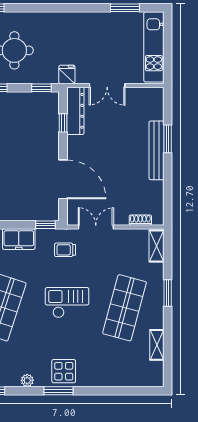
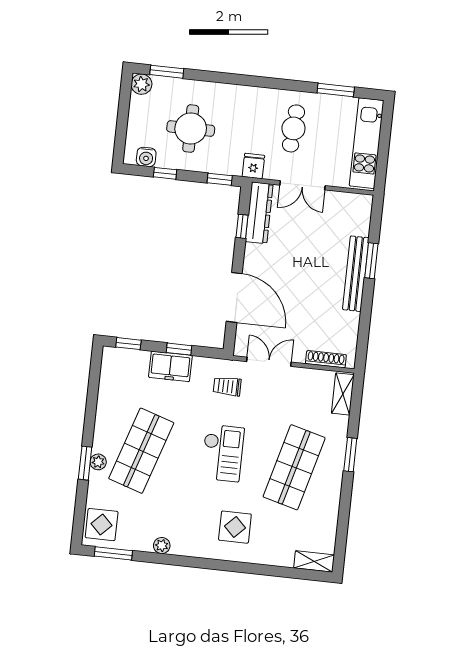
cafe table: (95, 42) -> (293, 128), added
shoe rack: (140, 220) -> (326, 359), width x1.43
window: (45, 225) -> (179, 349), moved
checkout: (67, 303) -> (222, 453), turned 90
shelving: (157, 345) -> (314, 561), moved, turned 90
display table: (64, 371) -> (235, 527), moved
window: (58, 391) -> (200, 563), removed

